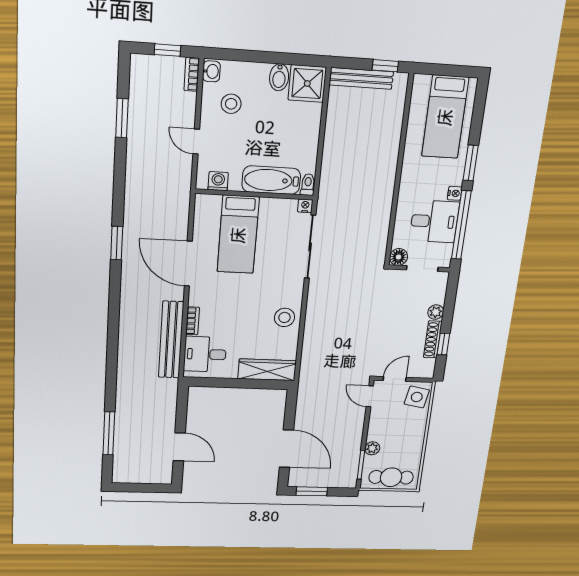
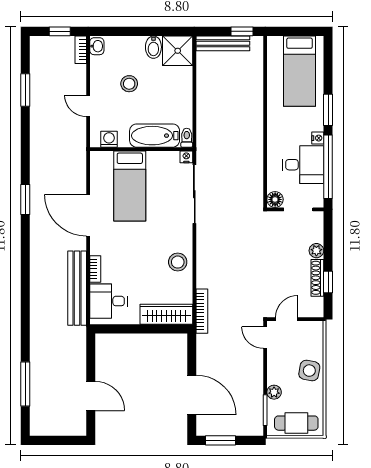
stool: (231, 104) -> (129, 84), moved
bookcase: (306, 368) -> (202, 311), added
side table: (417, 397) -> (309, 371), moved

